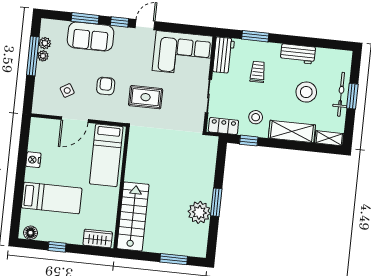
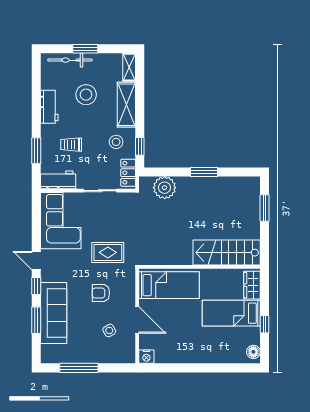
sofa: (91, 37) -> (54, 313), width x1.36
plant: (45, 43) -> (65, 357), removed
plant: (43, 56) -> (78, 358), removed
bicycle: (341, 94) -> (70, 60), moved
rug: (146, 97) -> (108, 252), turned 90
nightstand: (33, 160) -> (146, 357), moved
bed: (52, 198) -> (231, 313), moved, turned -90
plant: (199, 212) -> (165, 188), moved

